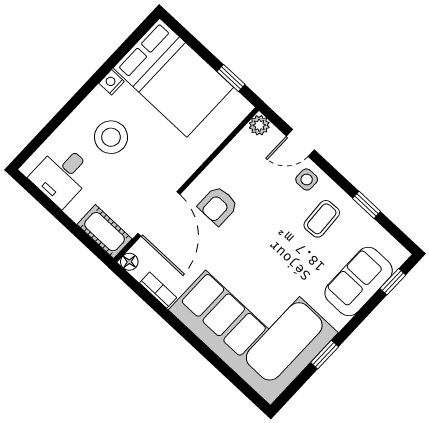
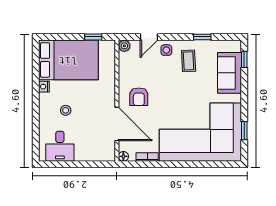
stool: (111, 137) -> (66, 110), width x0.53, depth x0.53
cot: (104, 232) -> (101, 153), removed
window: (325, 355) -> (244, 131), moved

